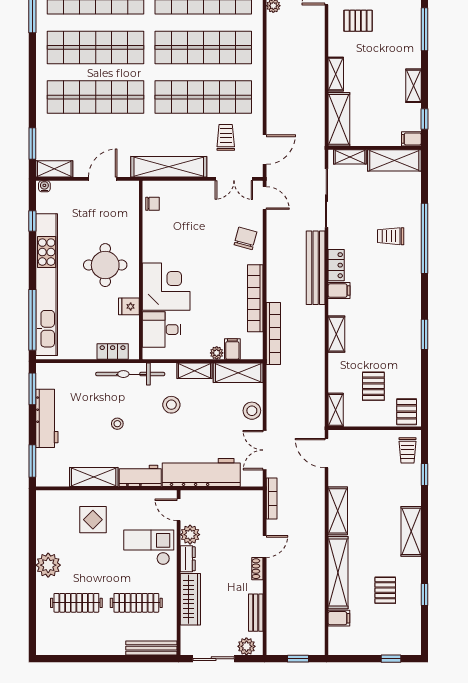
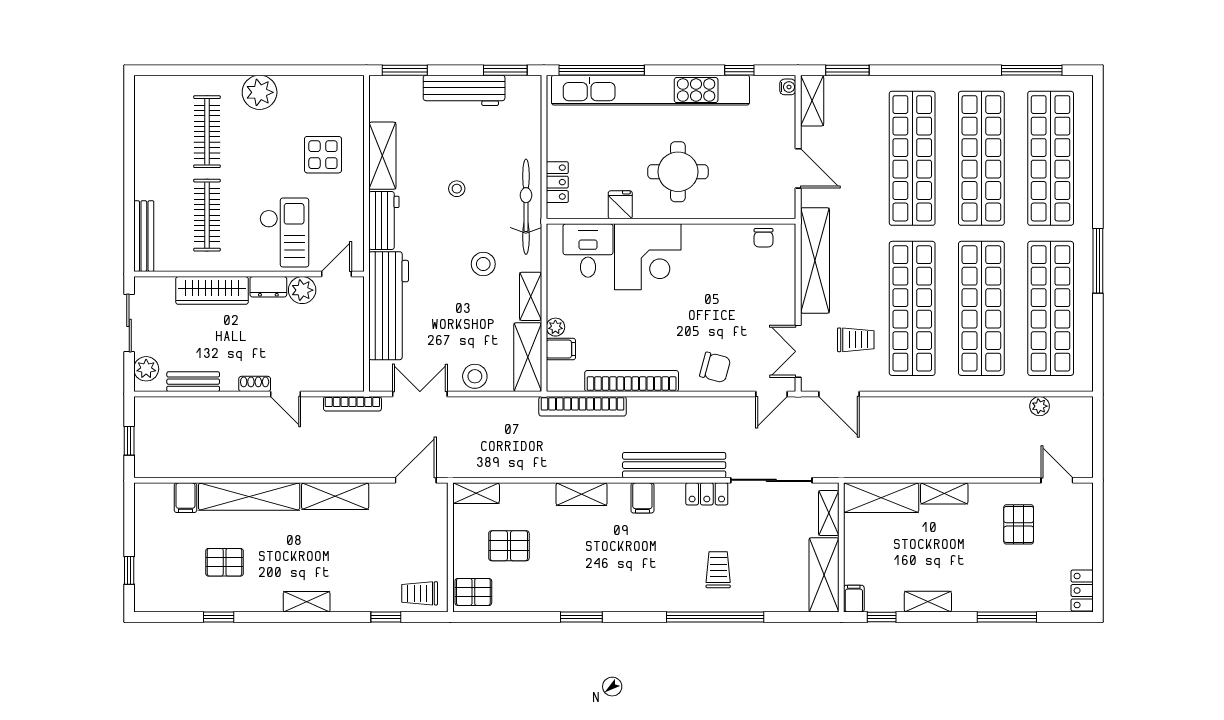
locker: (336, 265) -> (707, 494), moved
shelving: (411, 531) -> (307, 602), width x0.67, depth x0.75

